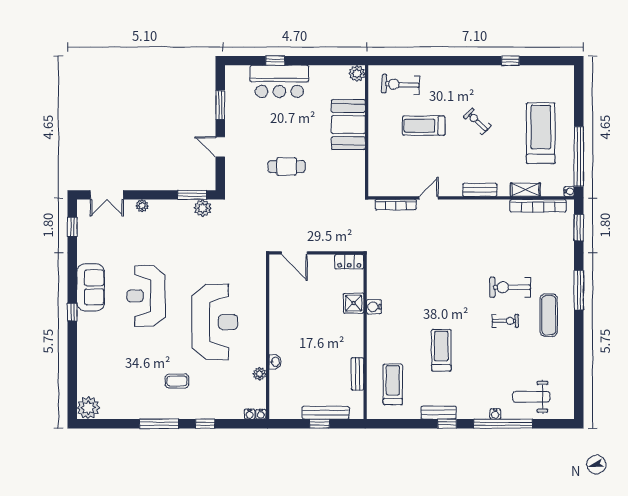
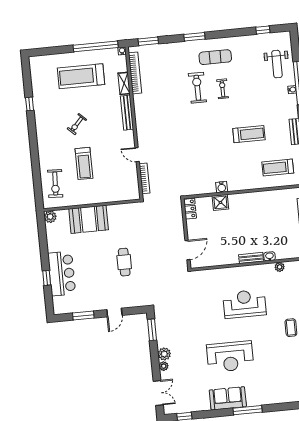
bench: (480, 190) -> (127, 113), width x1.36
plant: (203, 208) -> (164, 354), moved
exercise bike: (510, 287) -> (197, 88), turned 180
window: (579, 290) -> (194, 37), width x0.69
window: (72, 312) -> (248, 410), width x2.17
reception desk: (215, 322) -> (244, 304), width x0.74, depth x0.77
treadmill: (441, 350) -> (249, 134), turned 180
bench: (357, 374) -> (251, 258), moved
window: (579, 383) -> (263, 30), added

